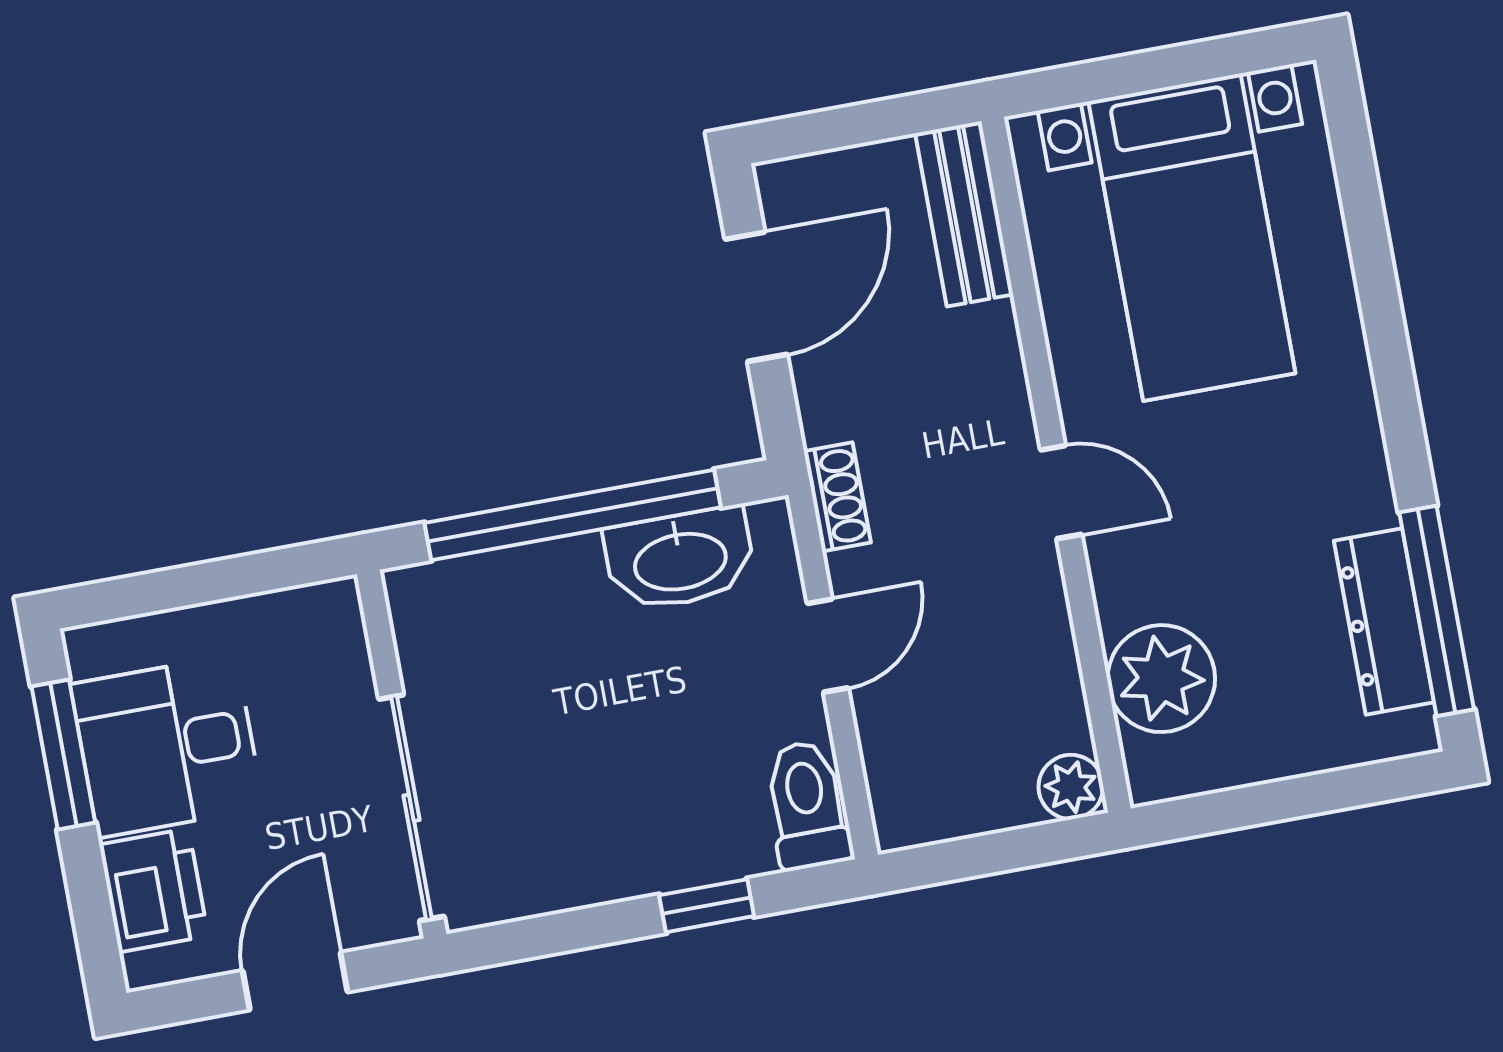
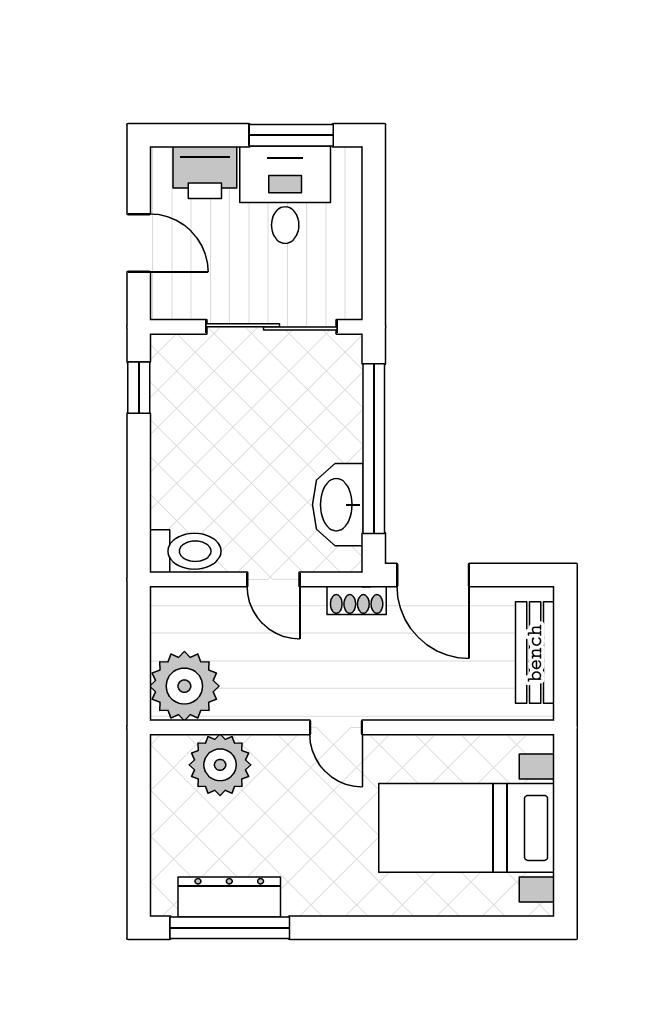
bench: (964, 214) -> (535, 653), moved, turned 90
door: (756, 297) -> (433, 575), moved
door: (1061, 492) -> (336, 727), hinge flipped
plant: (1071, 787) -> (184, 686), width x1.88, depth x1.88
sliding door: (411, 808) -> (271, 327), moved
window: (707, 906) -> (139, 388), moved

